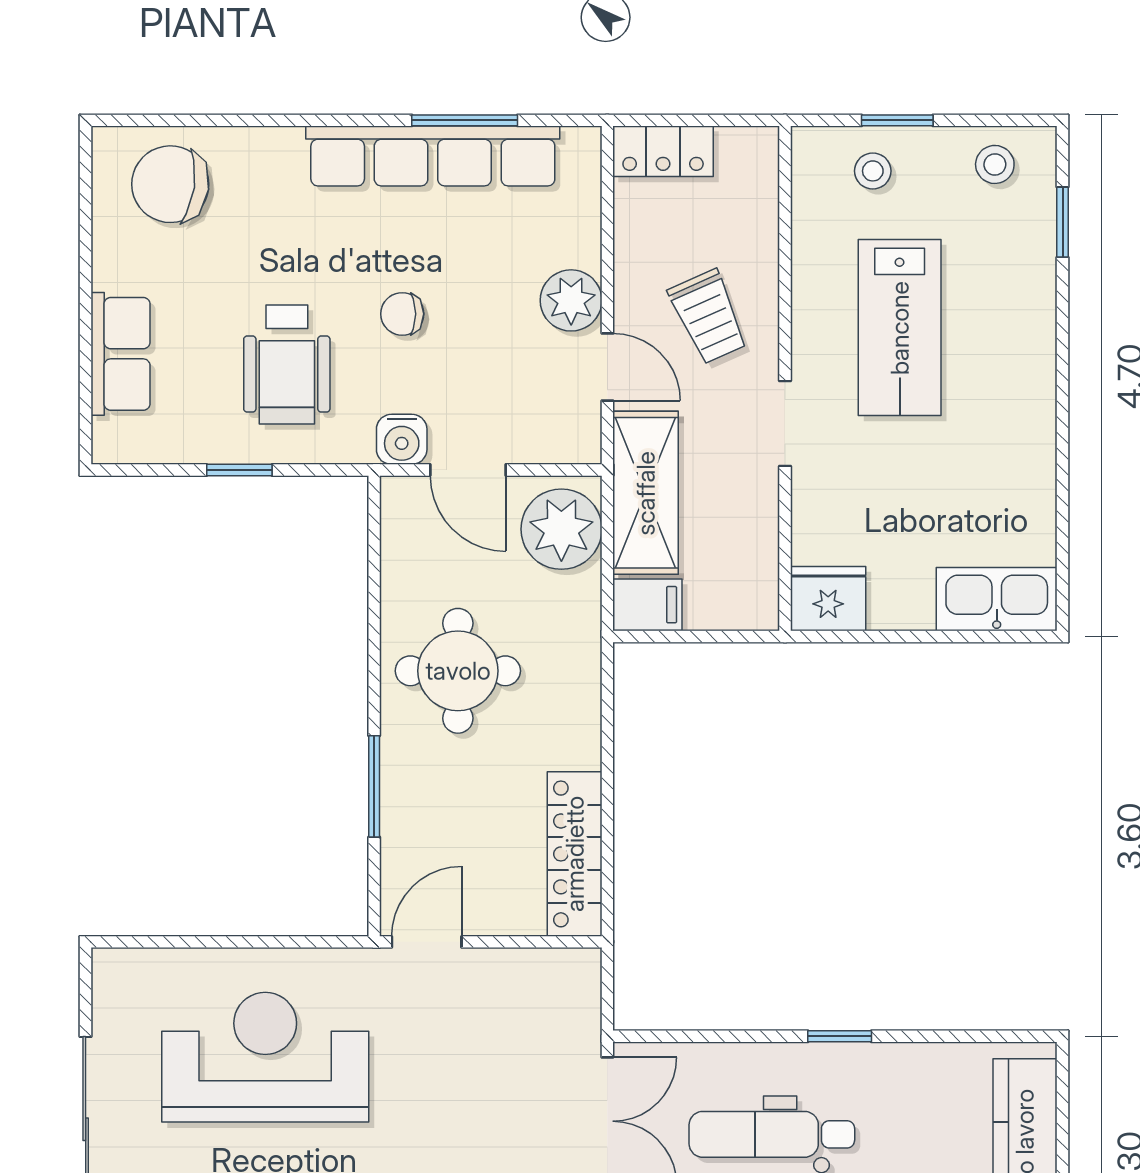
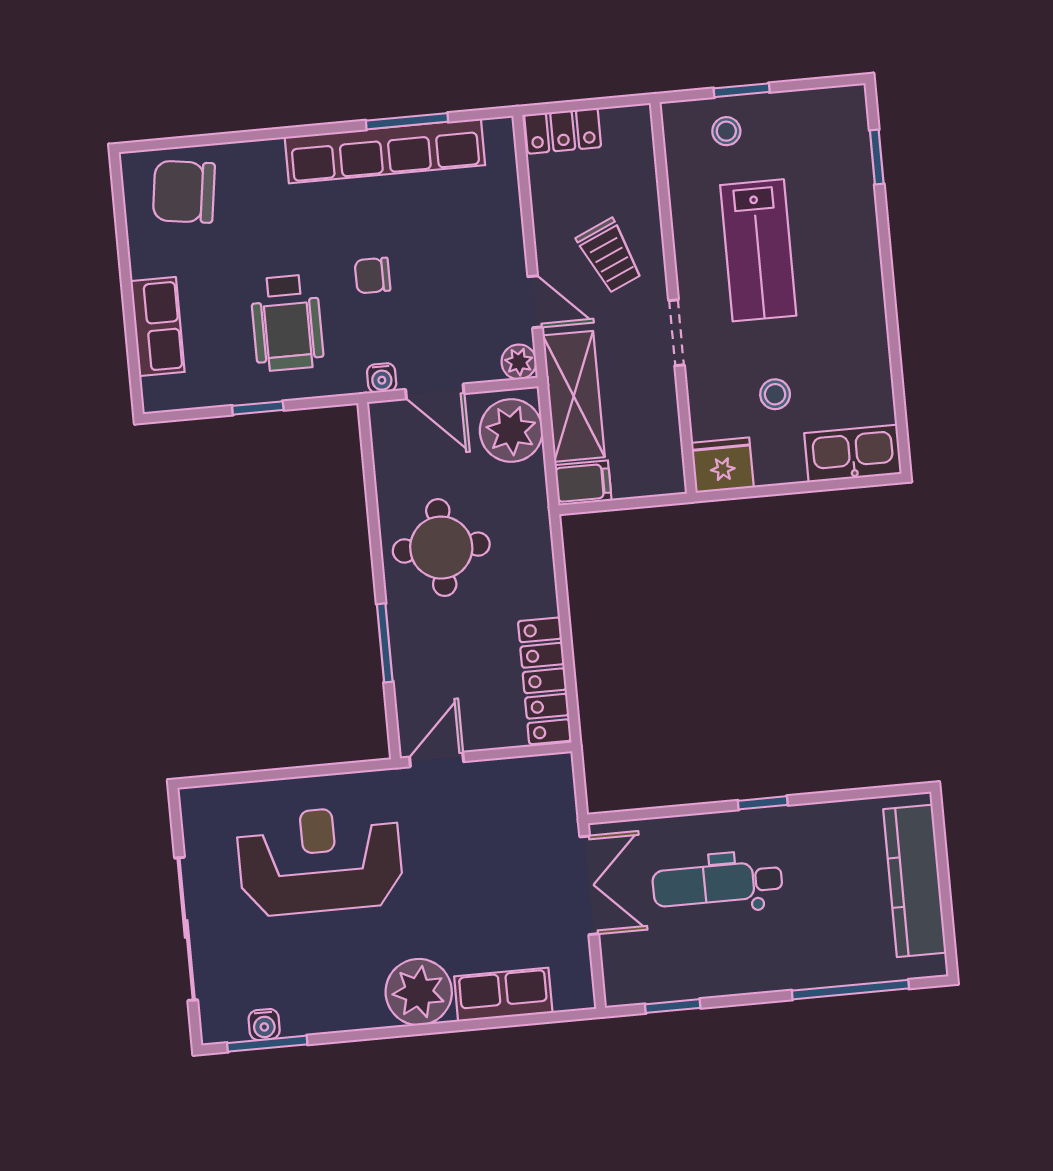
stool: (995, 164) -> (775, 394), moved
plant: (571, 300) -> (519, 362), moved, width x0.73, depth x0.73
water cooler: (402, 439) -> (382, 378), width x0.72, depth x0.72

